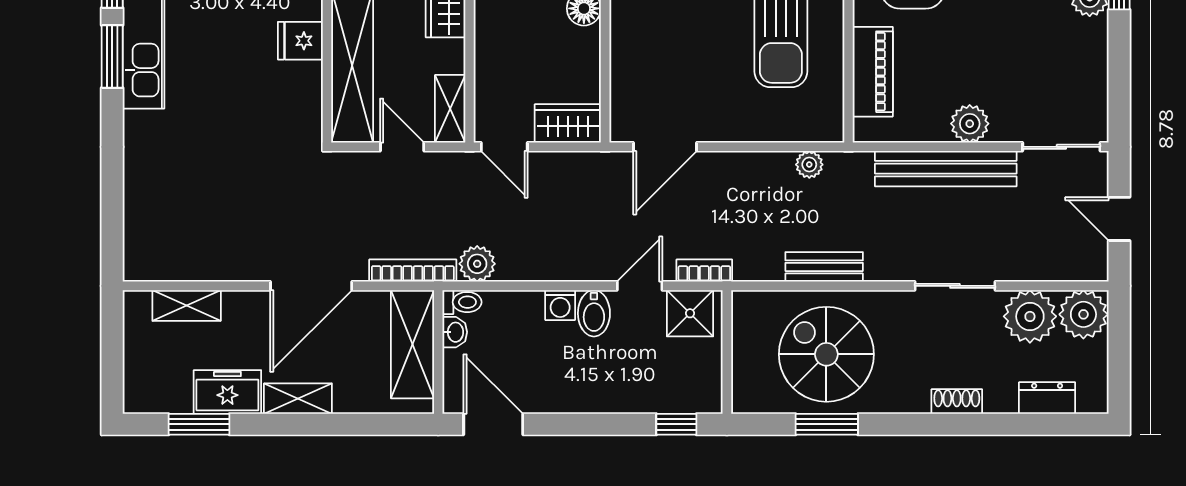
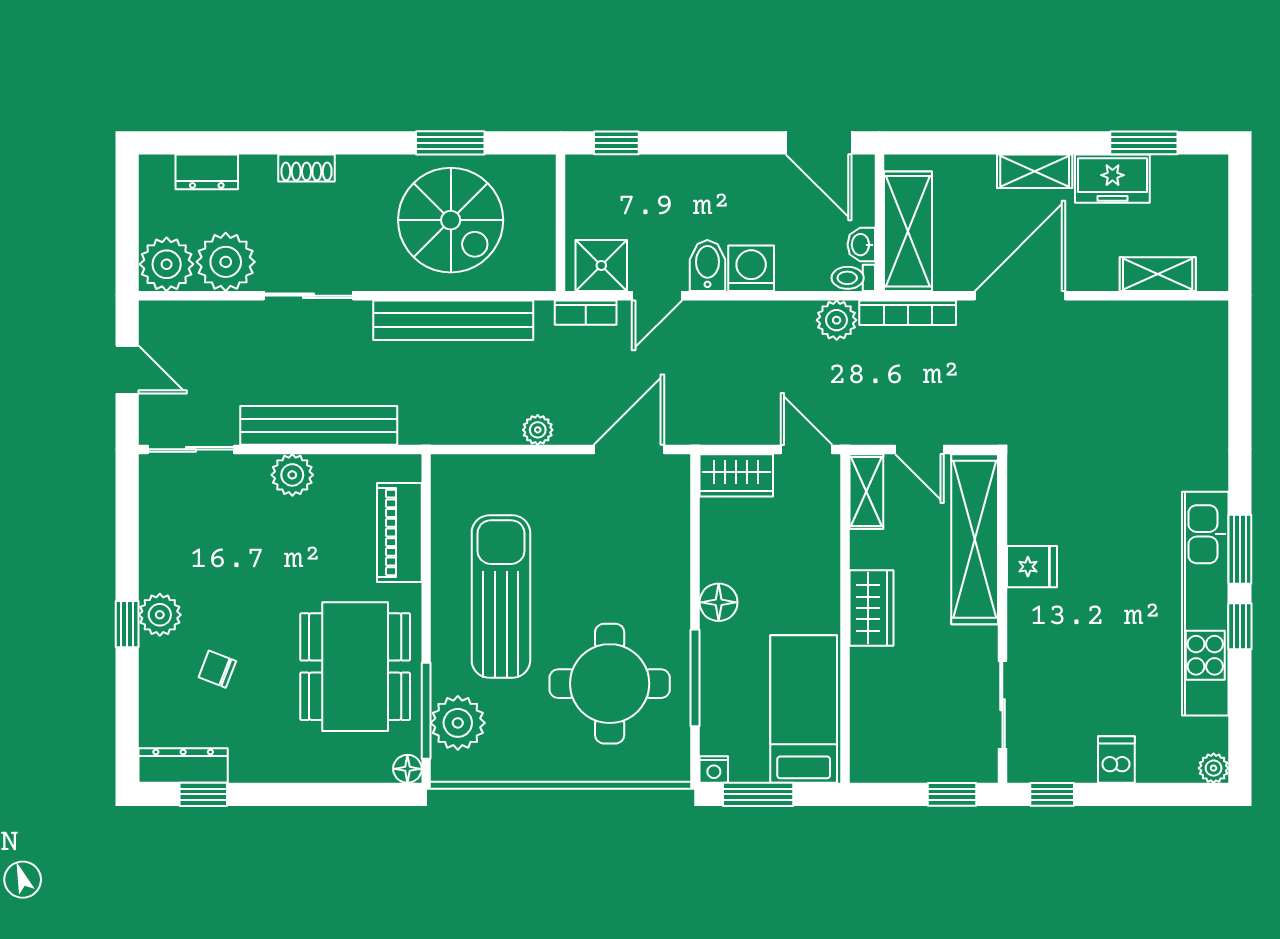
plant: (809, 165) -> (538, 430), moved
bench: (824, 267) -> (453, 320), width x1.86, depth x1.21
washing machine: (560, 305) -> (751, 268), width x1.38, depth x1.38

